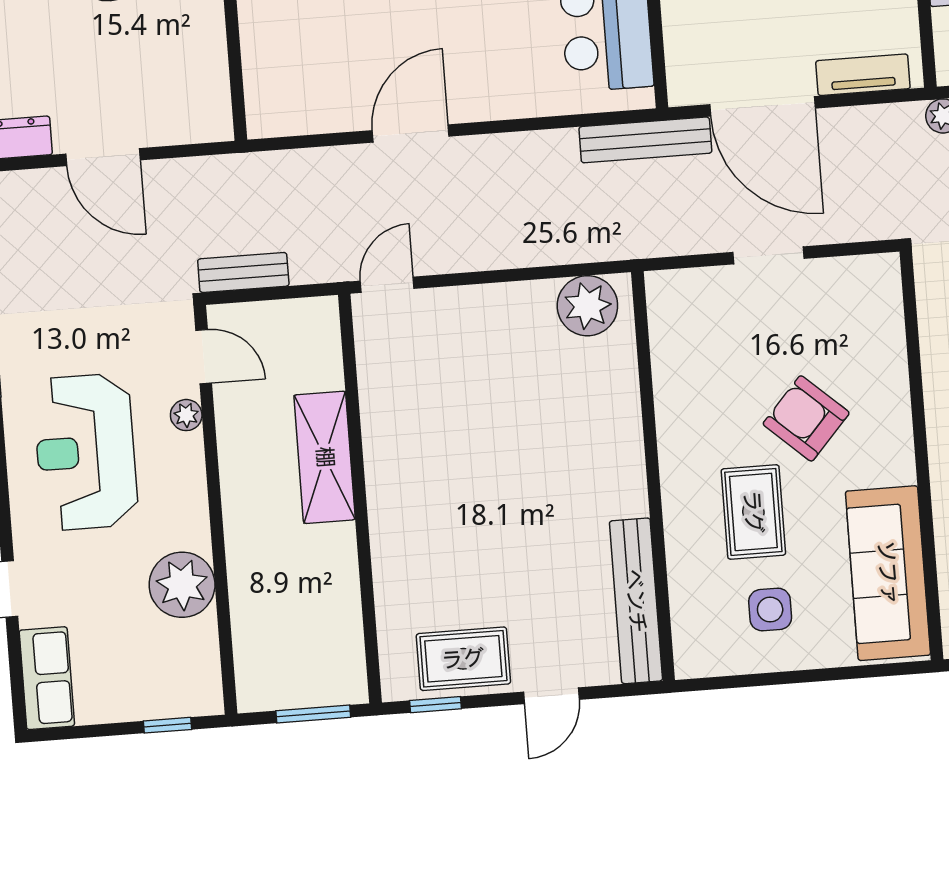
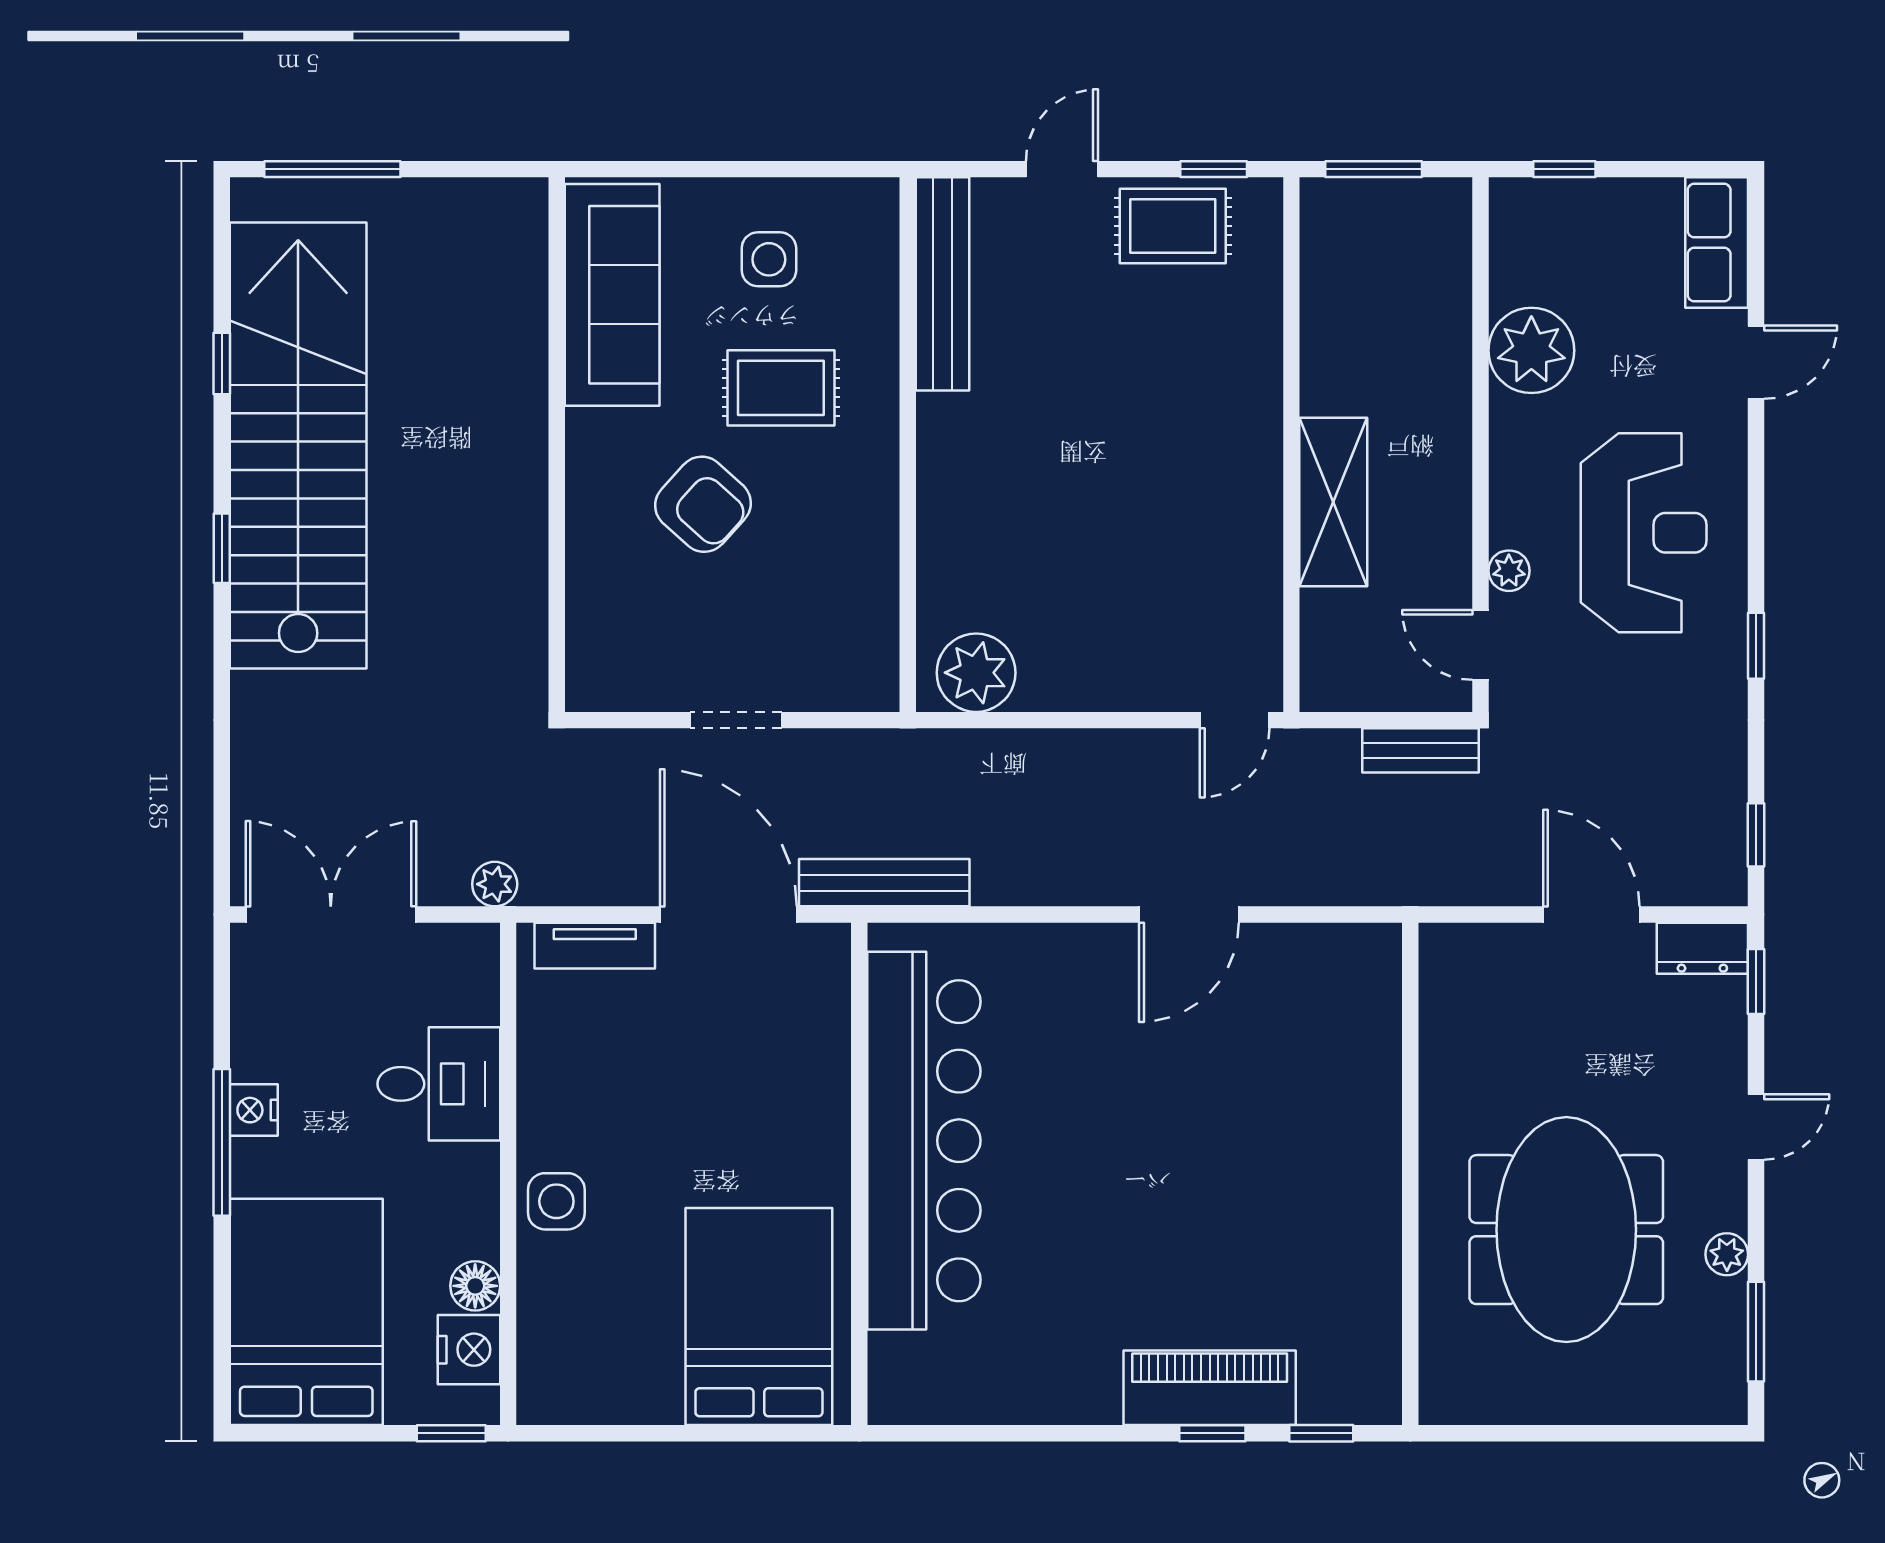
rug: (753, 512) -> (781, 388), turned 90

